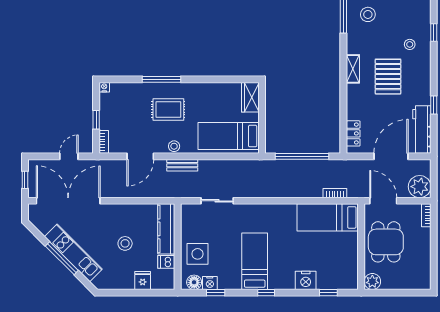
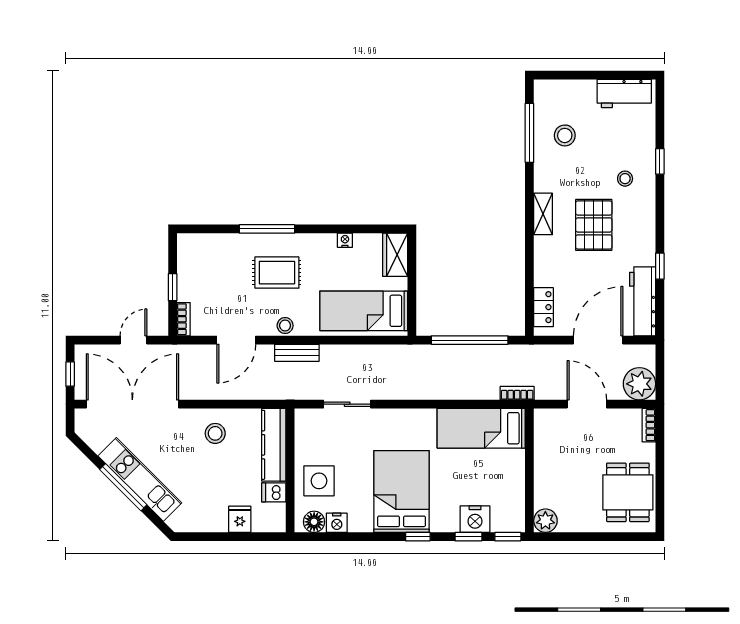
nightstand: (104, 87) -> (345, 240), moved
bed: (328, 217) -> (481, 428), moved
dining table: (386, 242) -> (628, 492), moved
stool: (125, 243) -> (215, 433), moved
wall: (361, 247) -> (529, 470), moved
bed: (255, 261) -> (401, 491), width x1.50
plant: (372, 281) -> (545, 521), moved
window: (216, 293) -> (468, 537), moved

